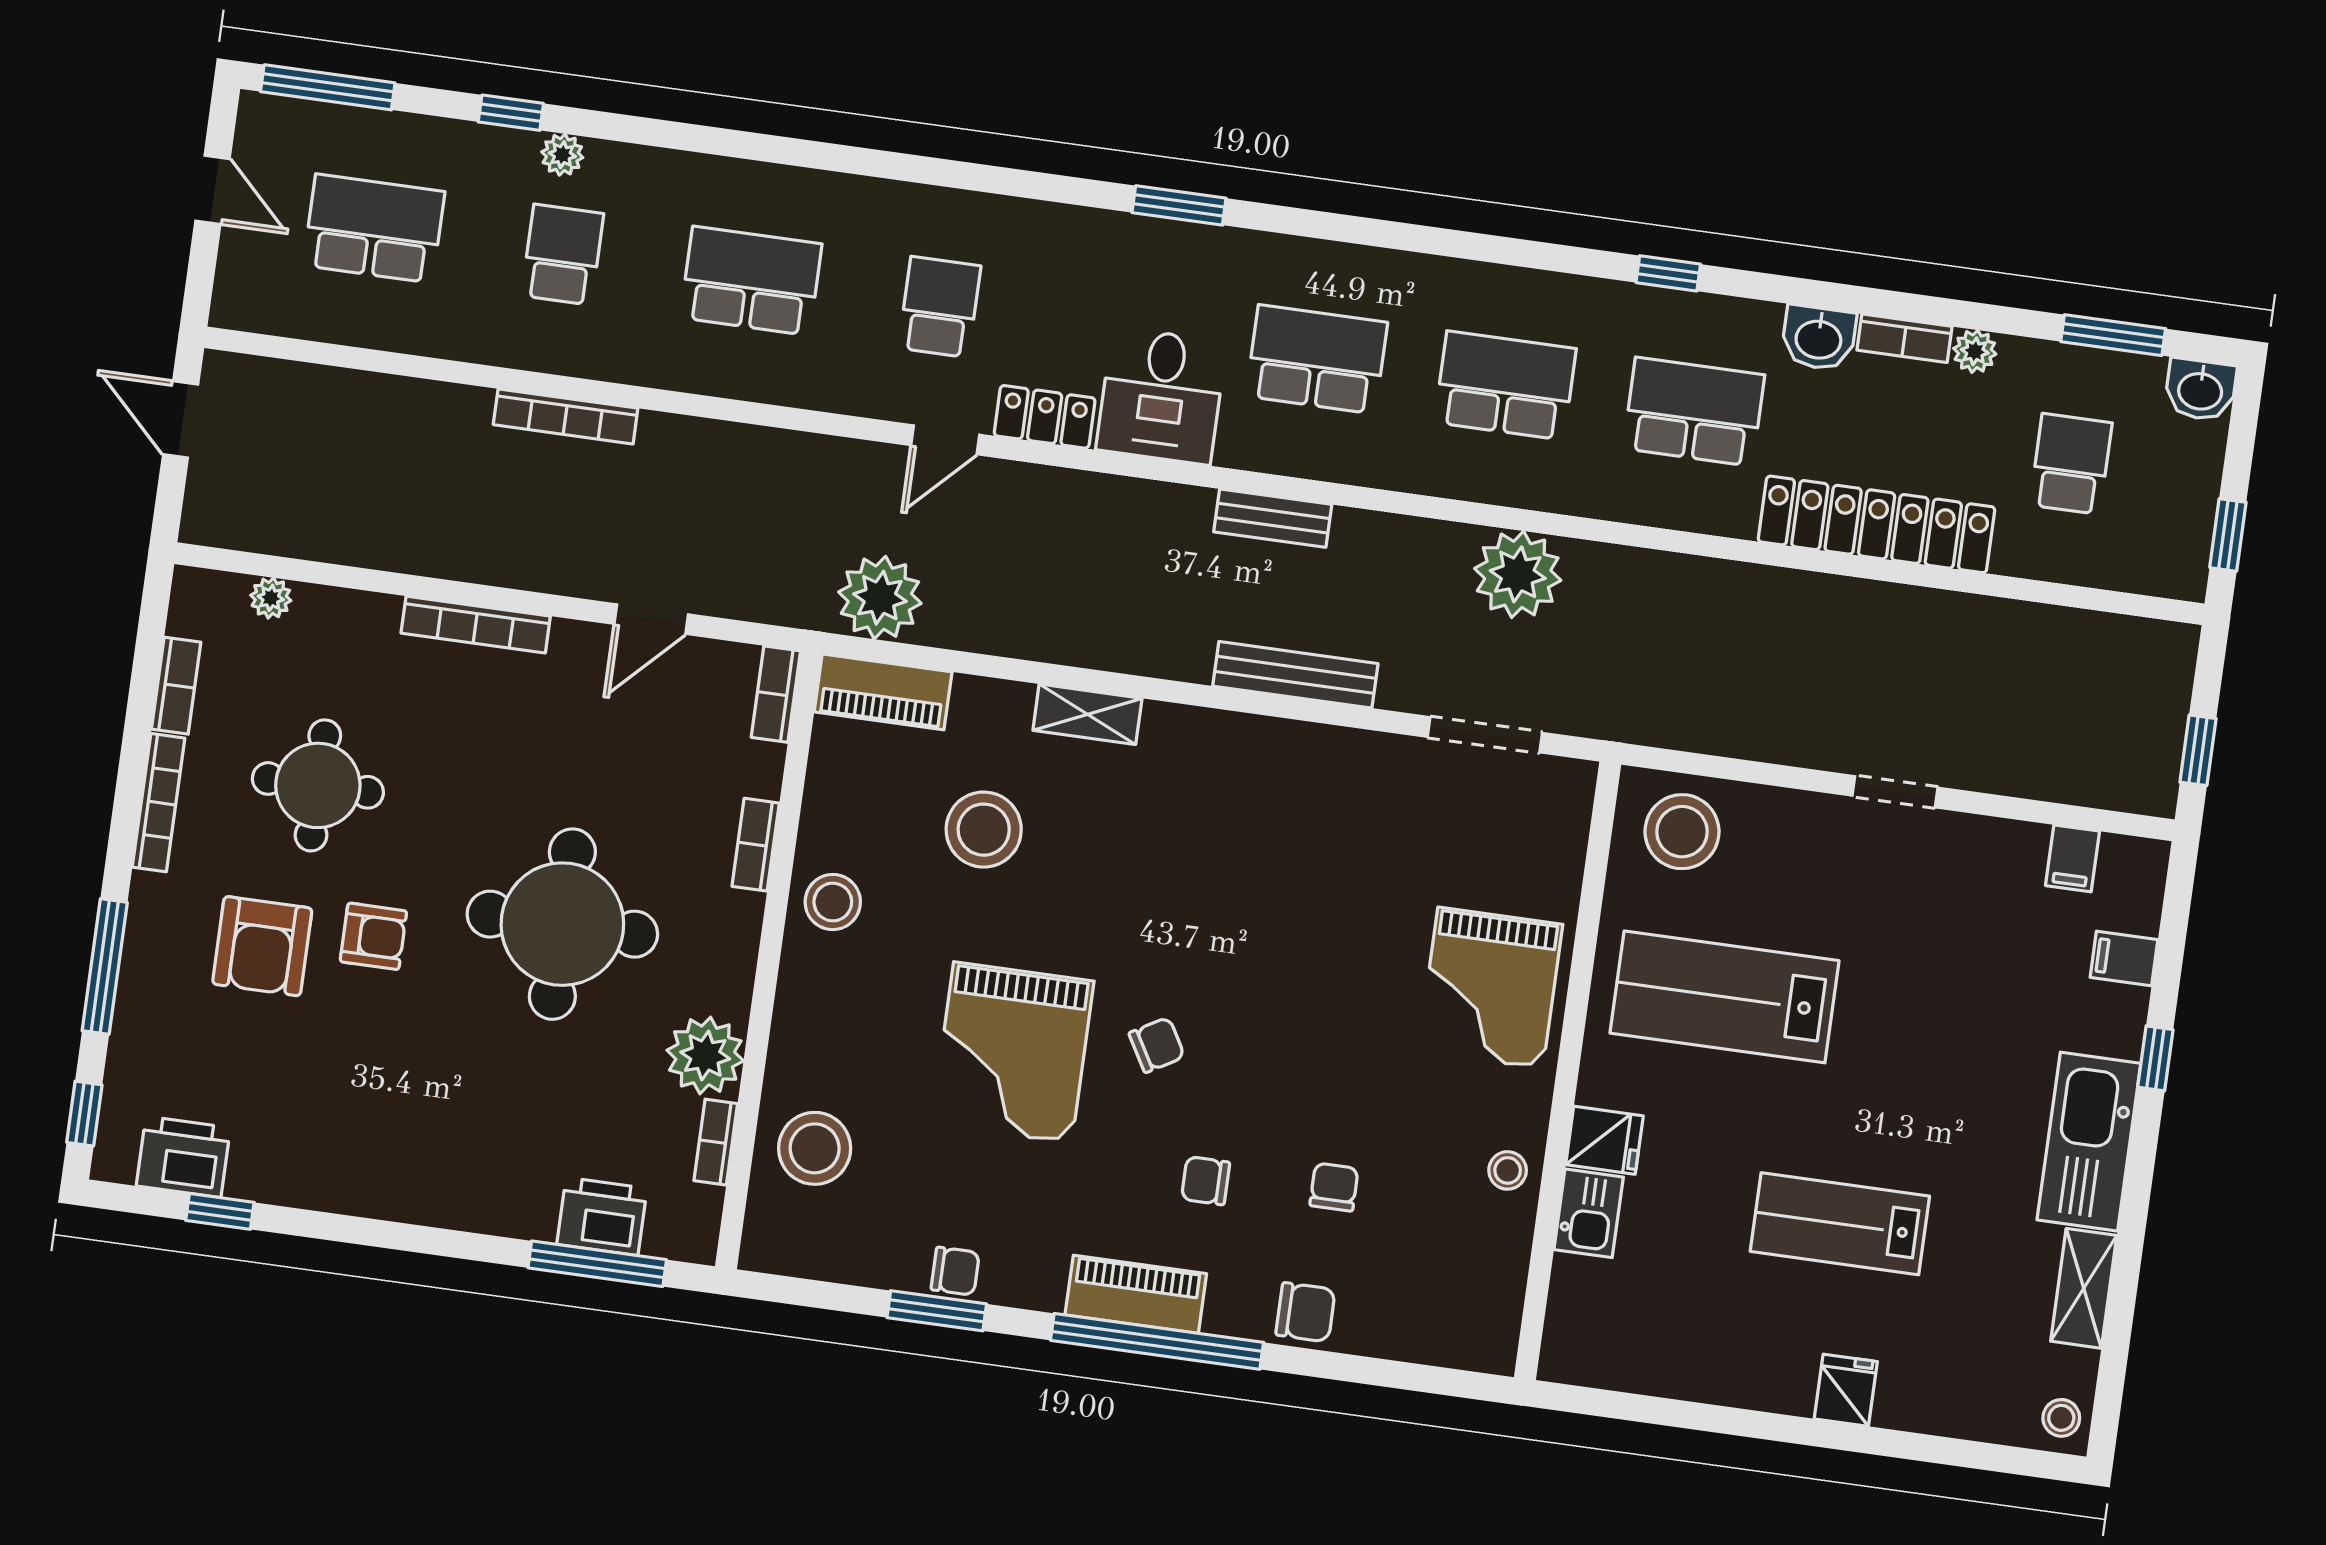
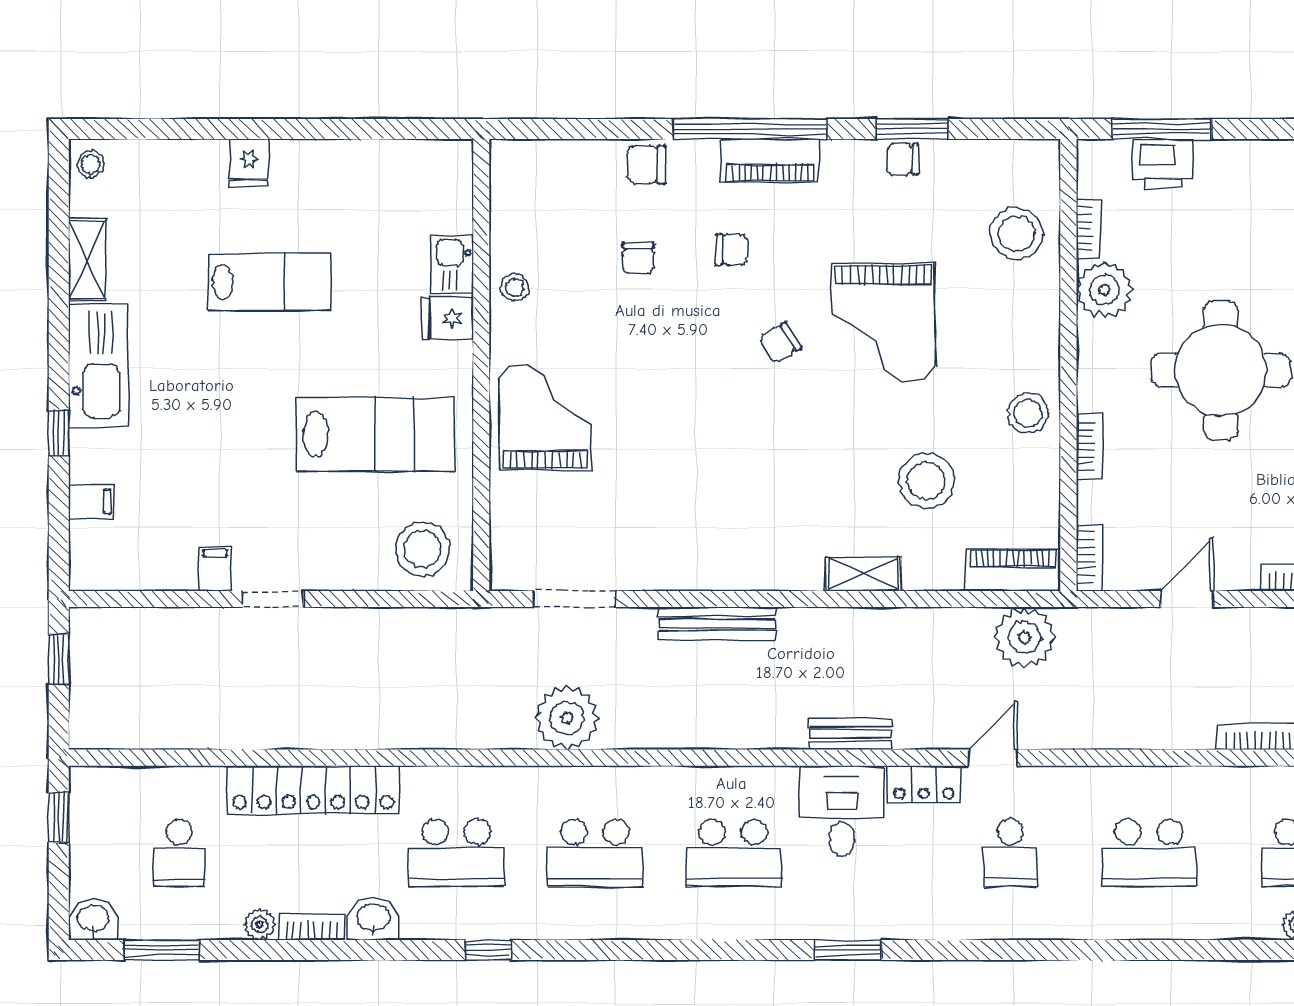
bench: (1273, 518) -> (850, 734), moved
filing cabinet: (2073, 858) -> (215, 569), moved
grand piano: (1013, 1053) -> (883, 323), turned 180

